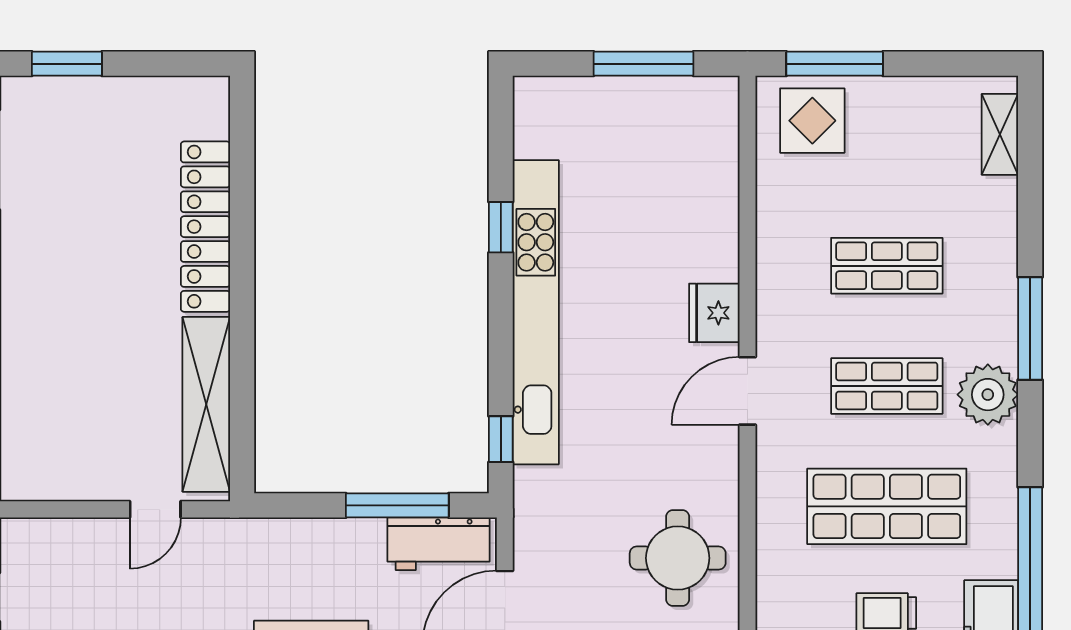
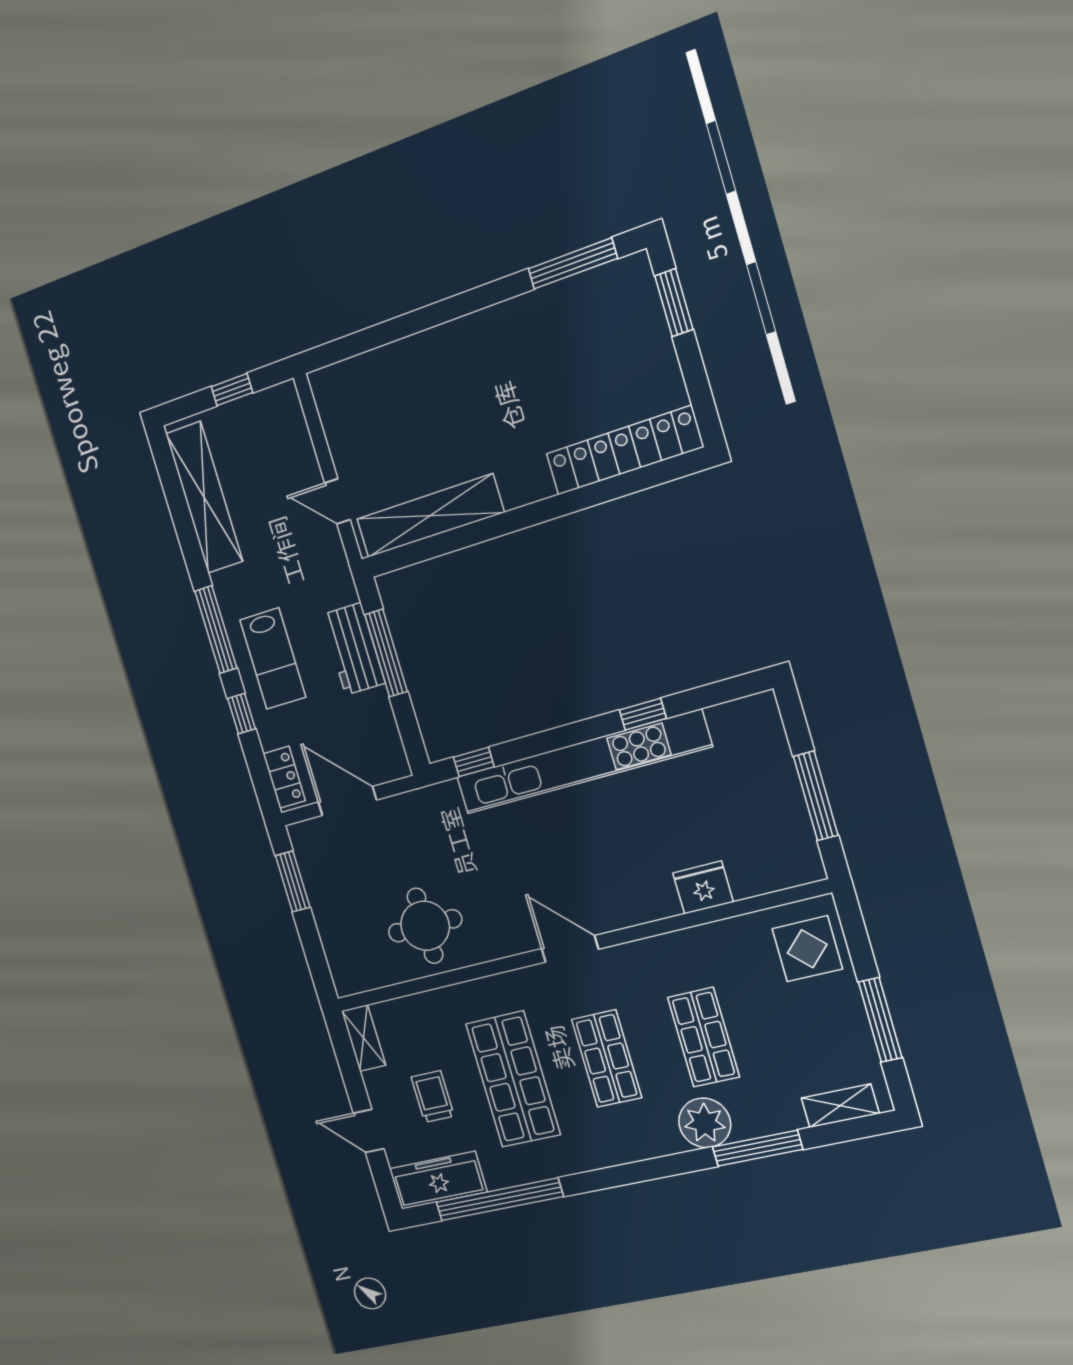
window: (835, 64) -> (880, 1020), moved
locker: (205, 227) -> (624, 450), moved
fridge: (714, 313) -> (703, 888), moved
window: (1030, 329) -> (758, 1148), moved
plant: (988, 395) -> (705, 1123), moved
window: (397, 505) -> (386, 653), moved
workbench: (438, 544) -> (353, 649), moved

